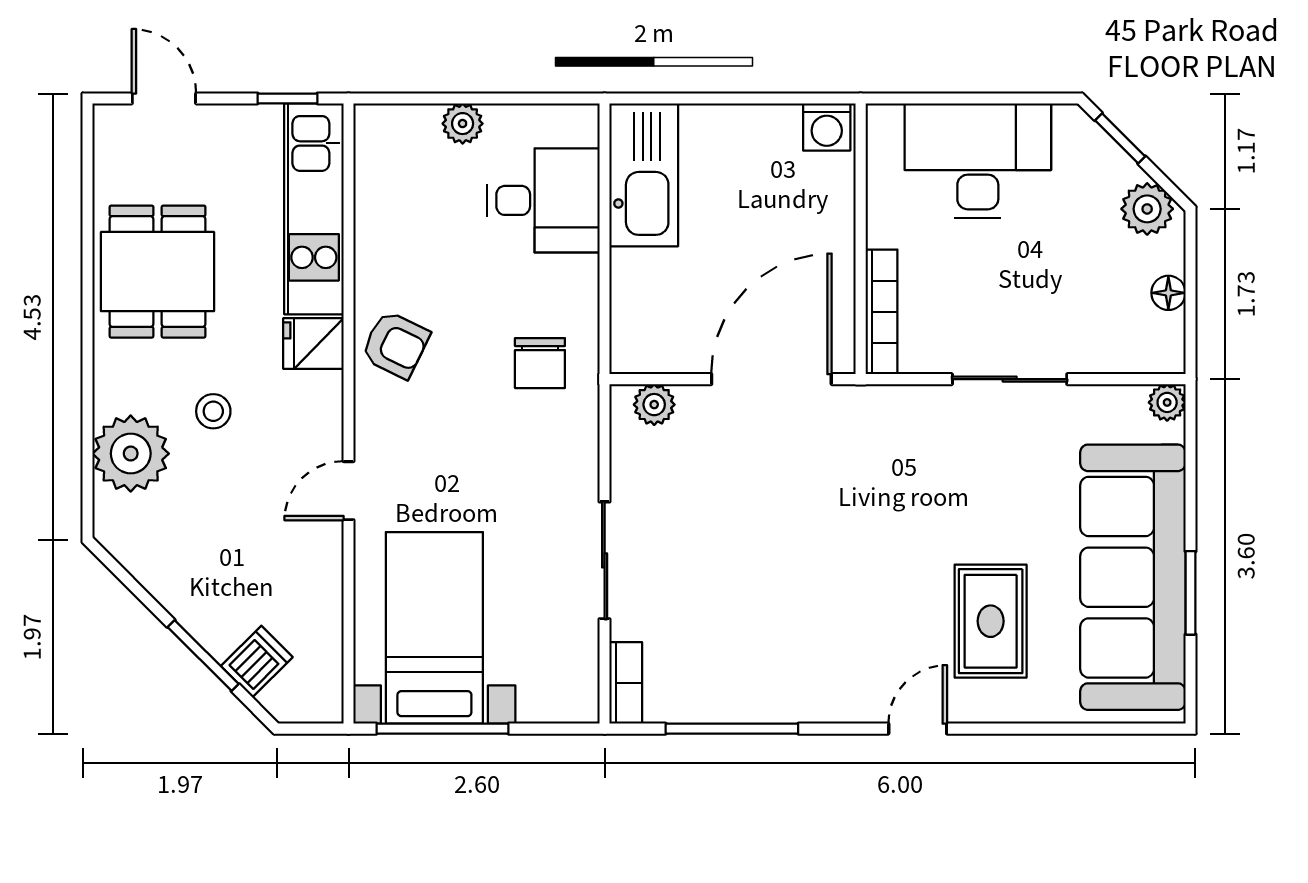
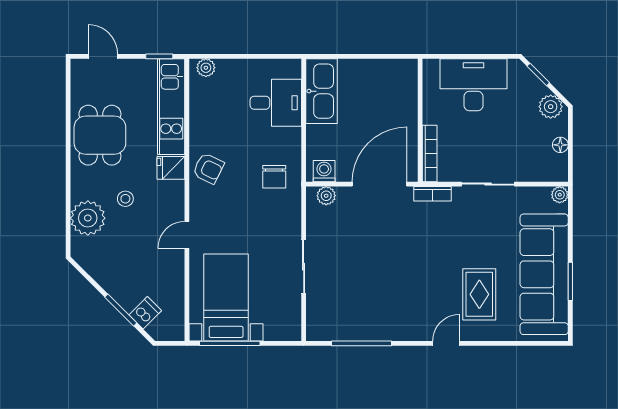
plant: (463, 124) -> (206, 68), moved
washing machine: (827, 127) -> (324, 171), moved, turned 180
bookcase: (626, 683) -> (433, 194), moved, turned 90

